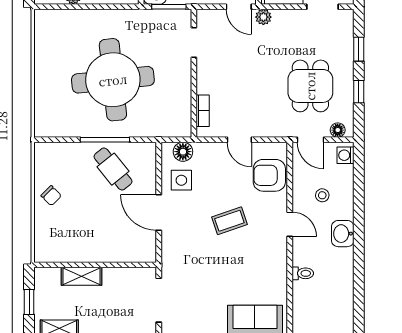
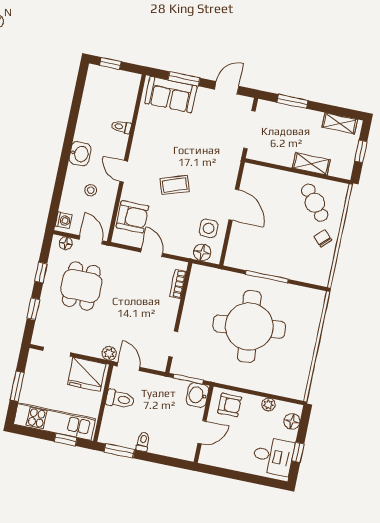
cafe table: (113, 169) -> (315, 203), moved

